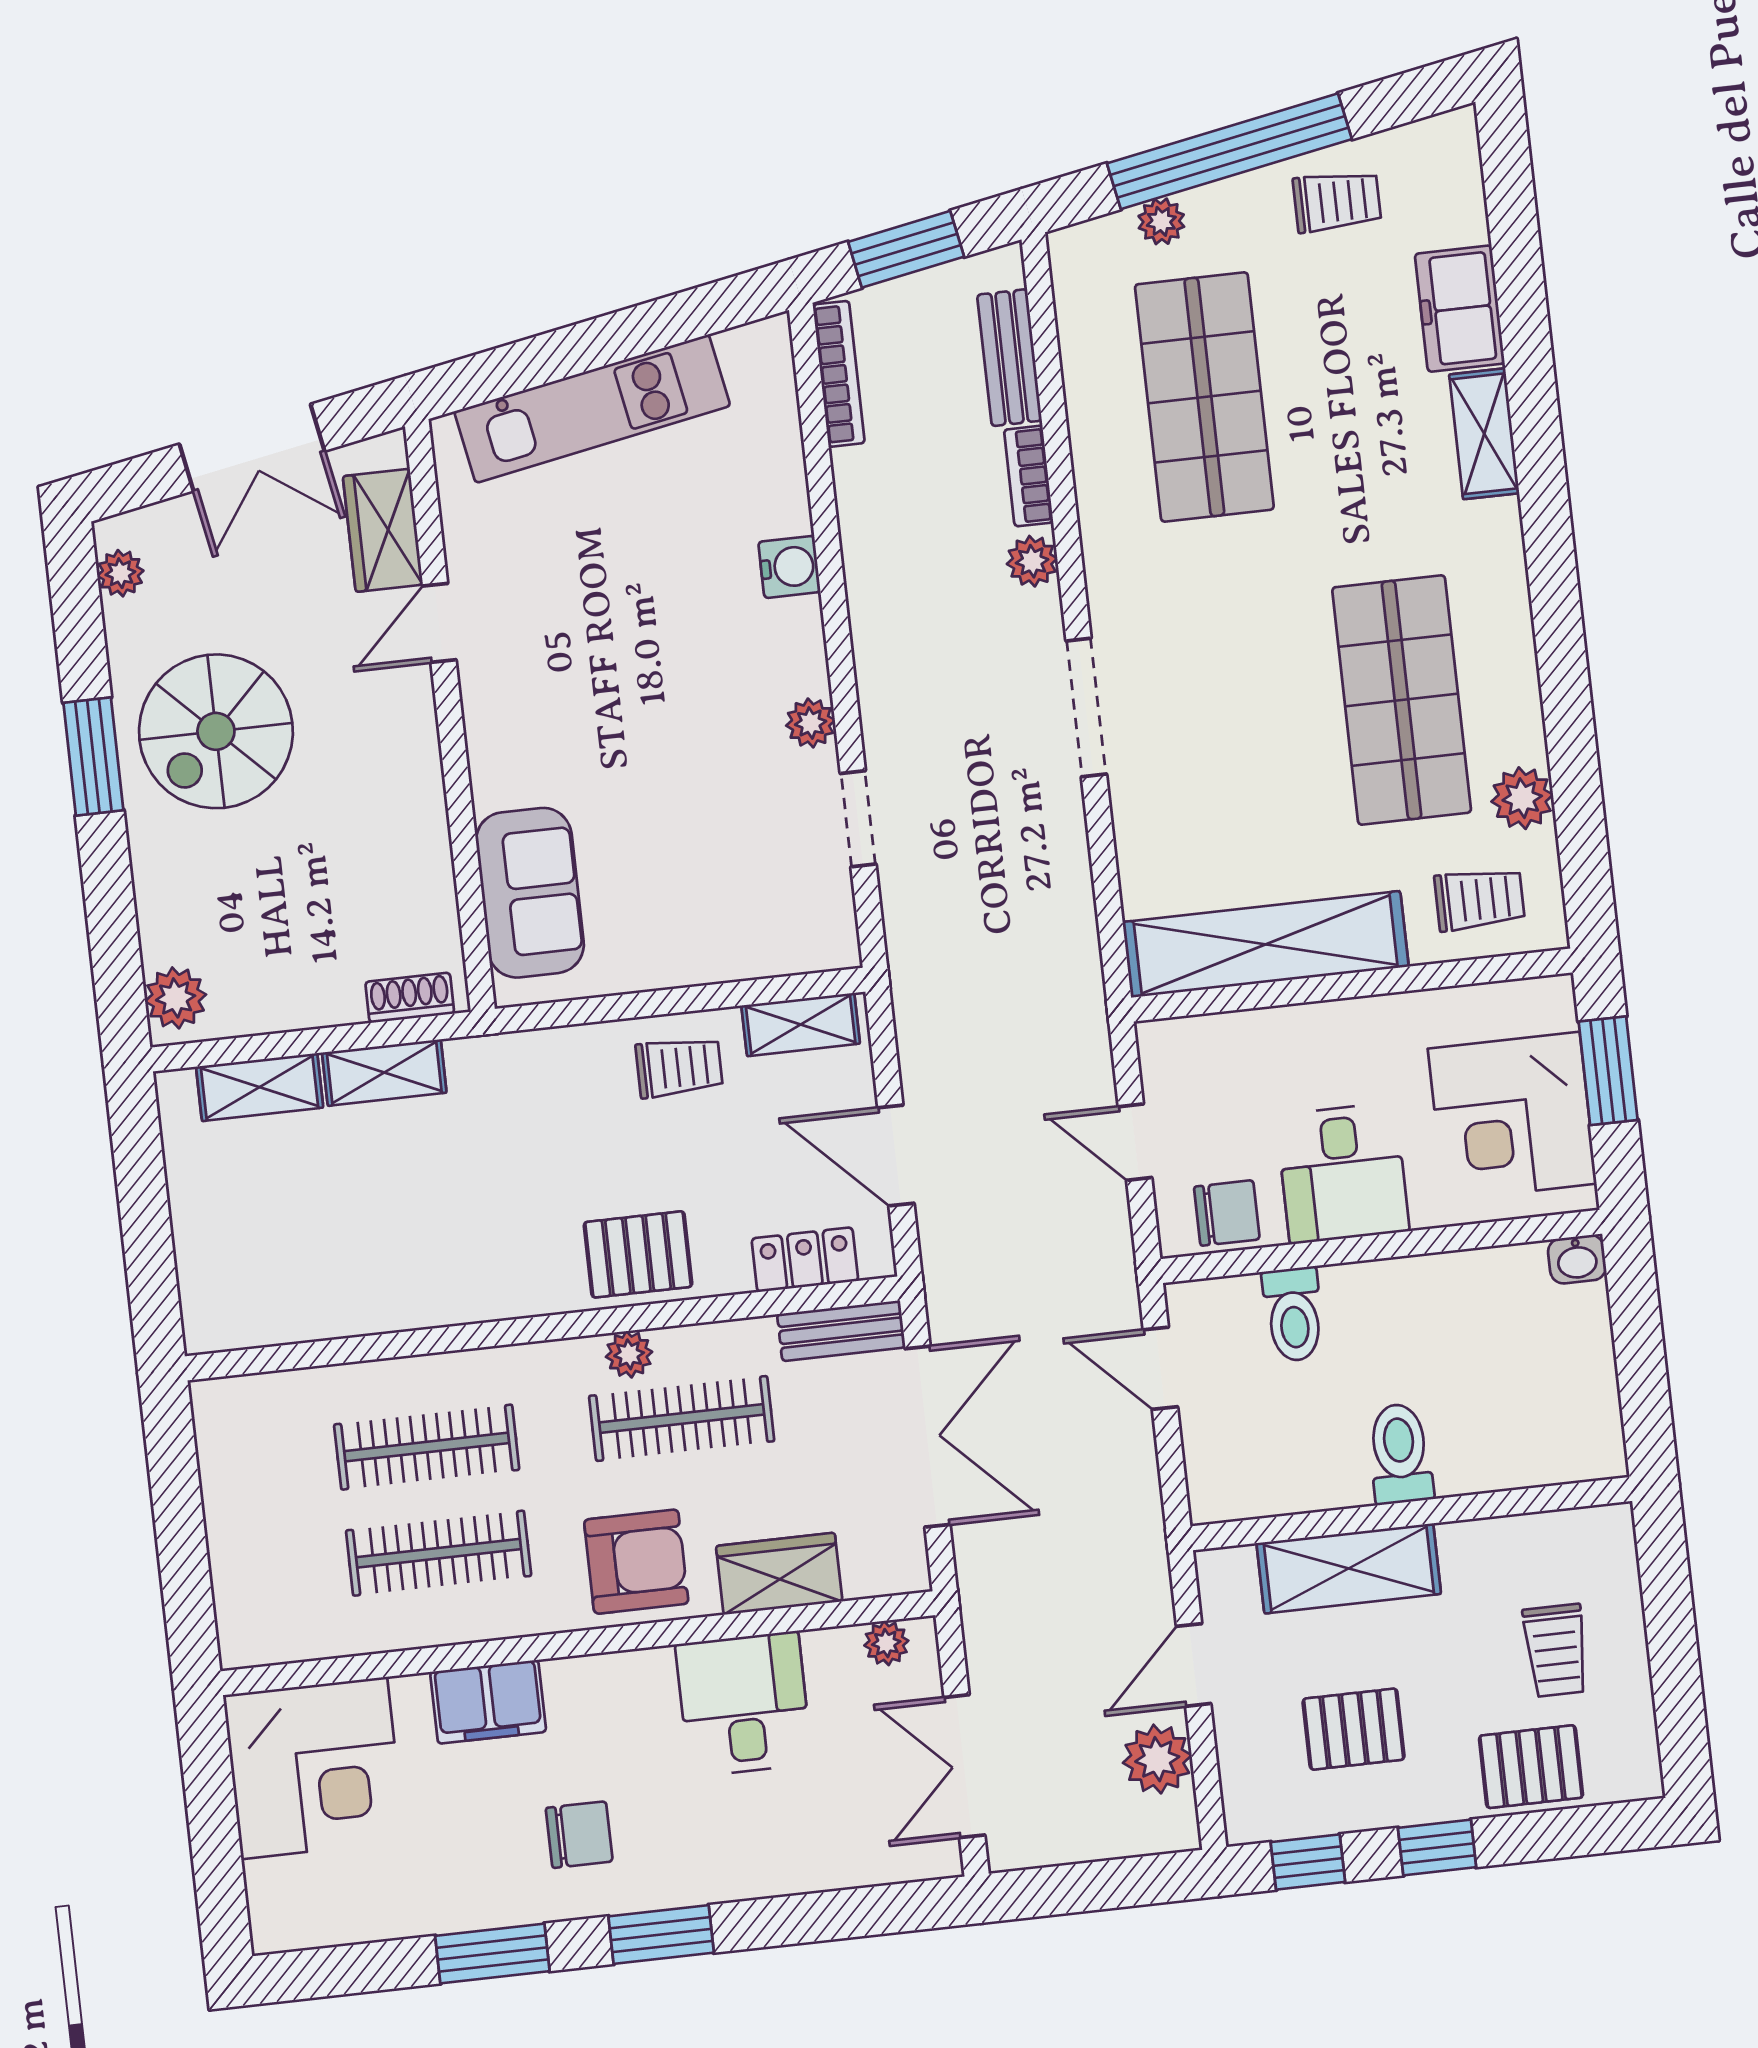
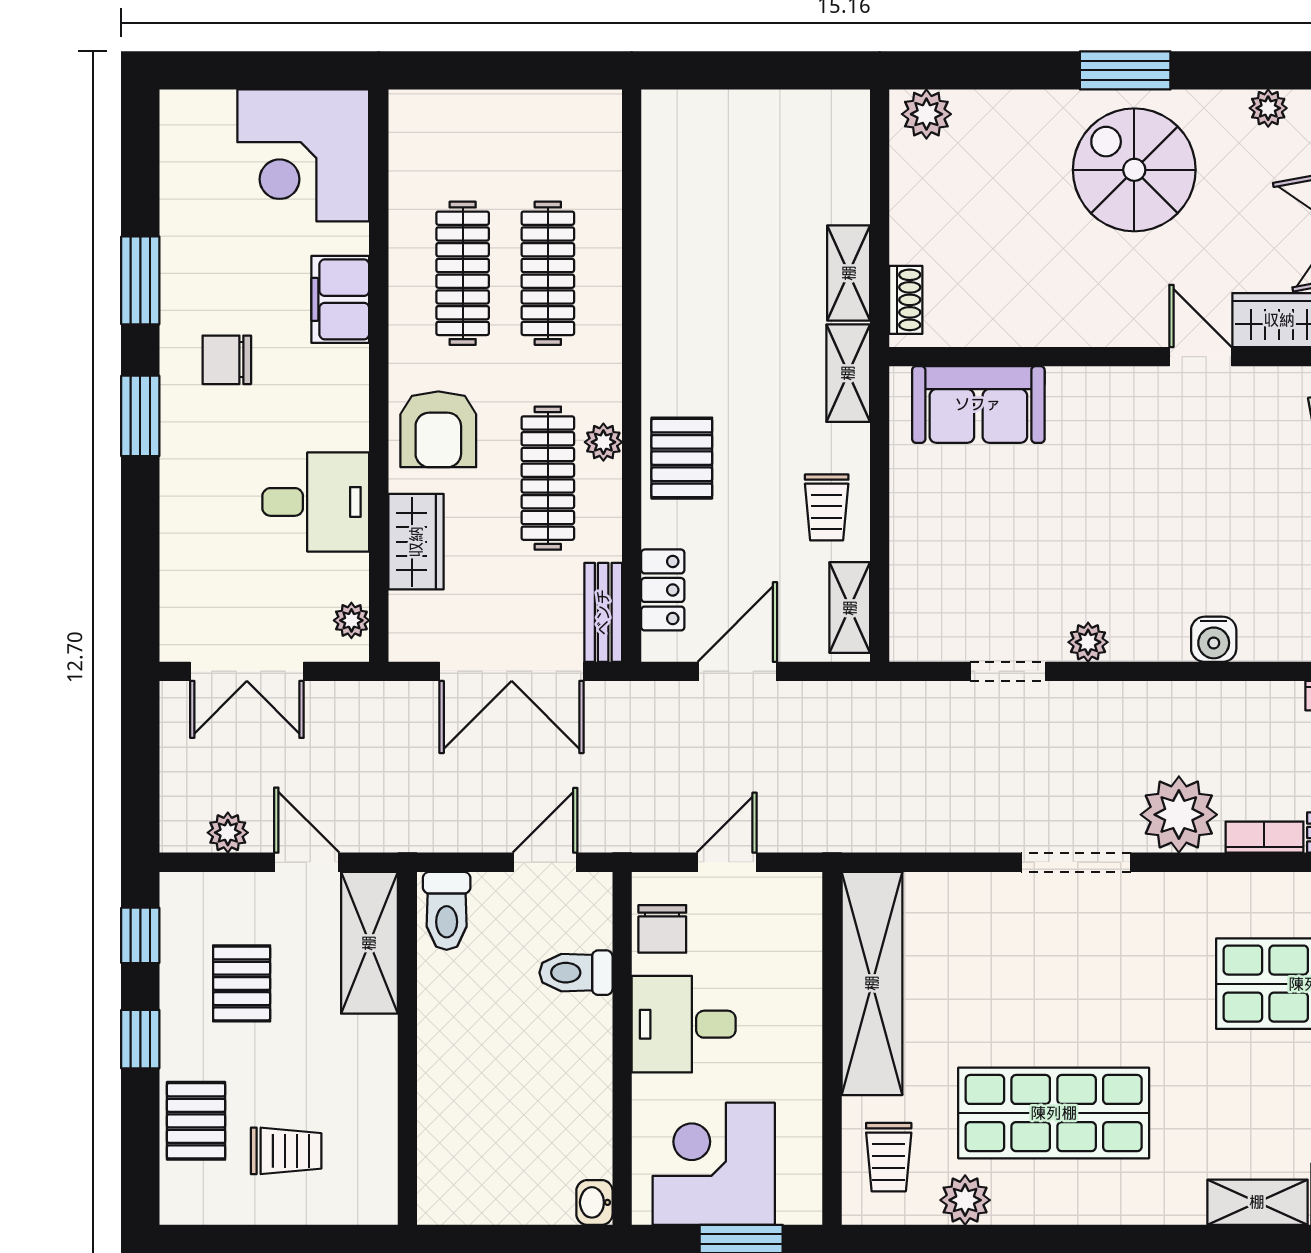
plant: (1032, 561) -> (1179, 815), width x1.87, depth x1.87
shelving: (260, 1087) -> (848, 373), moved
toilet: (1400, 1454) -> (447, 911), moved, turned 90
shelving: (1349, 1568) -> (369, 943), moved
trolley: (1556, 1650) -> (286, 1151), turned 180
plant: (1157, 1759) -> (228, 833), width x0.73, depth x0.73
double door: (964, 1766) -> (247, 671), swing flipped
chair: (579, 1835) -> (227, 360), turned 90

